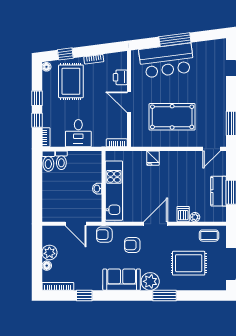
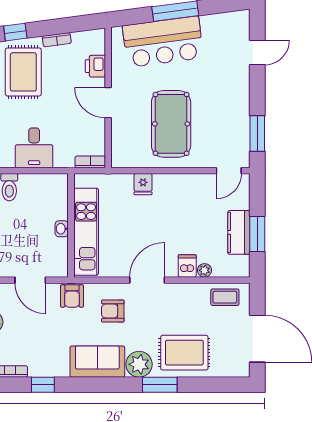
pool table: (172, 117) -> (171, 124), turned 90
armchair: (104, 235) -> (72, 296), turned -90
rug: (189, 263) -> (184, 353), moved

